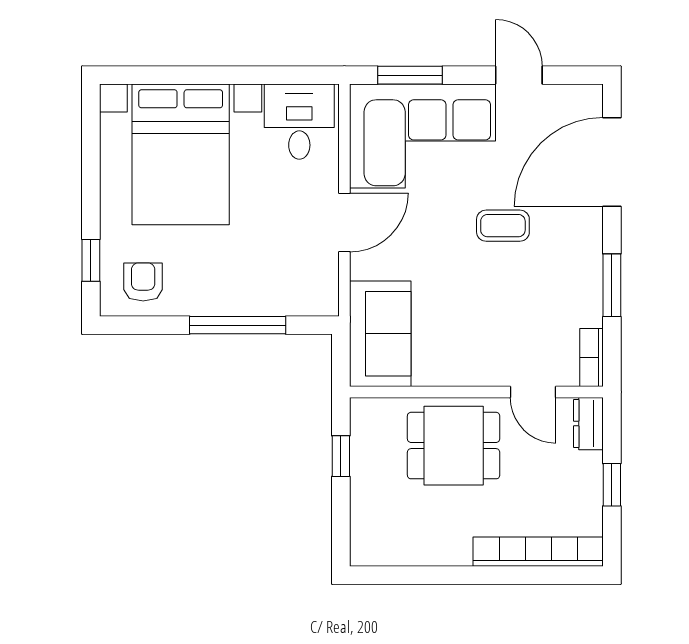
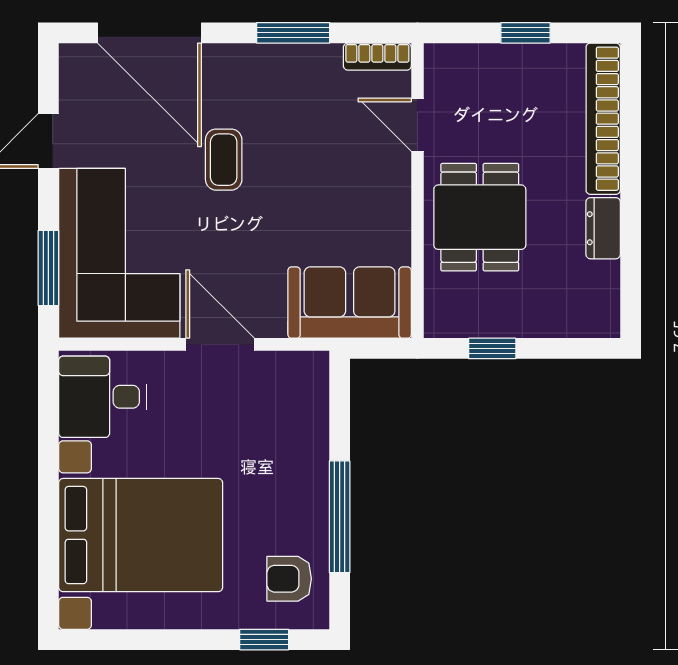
window: (238, 325) -> (340, 517), moved
door: (533, 392) -> (417, 125), swing flipped
dresser: (588, 424) -> (603, 228), moved, turned 90

